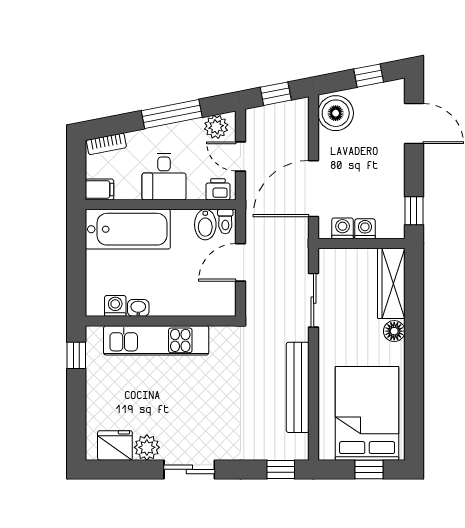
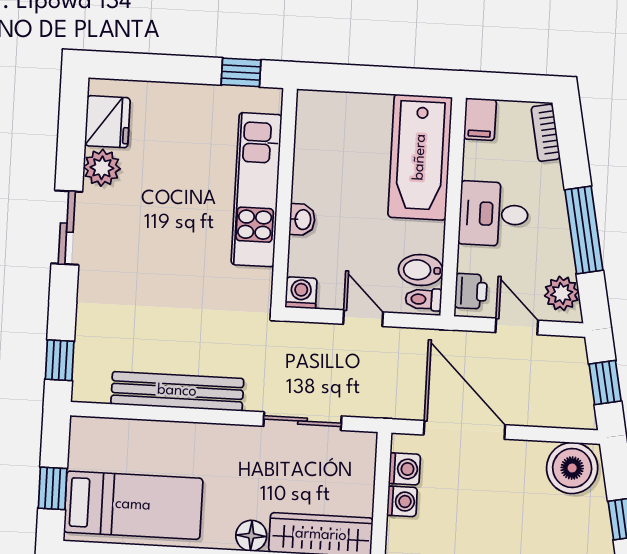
door: (240, 156) -> (517, 326), hinge flipped
door: (240, 262) -> (363, 318), width x0.73
washing machine: (115, 306) -> (301, 293), moved, turned -90
washbasin: (138, 308) -> (302, 220), moved
bed: (367, 413) -> (133, 505), width x0.67

